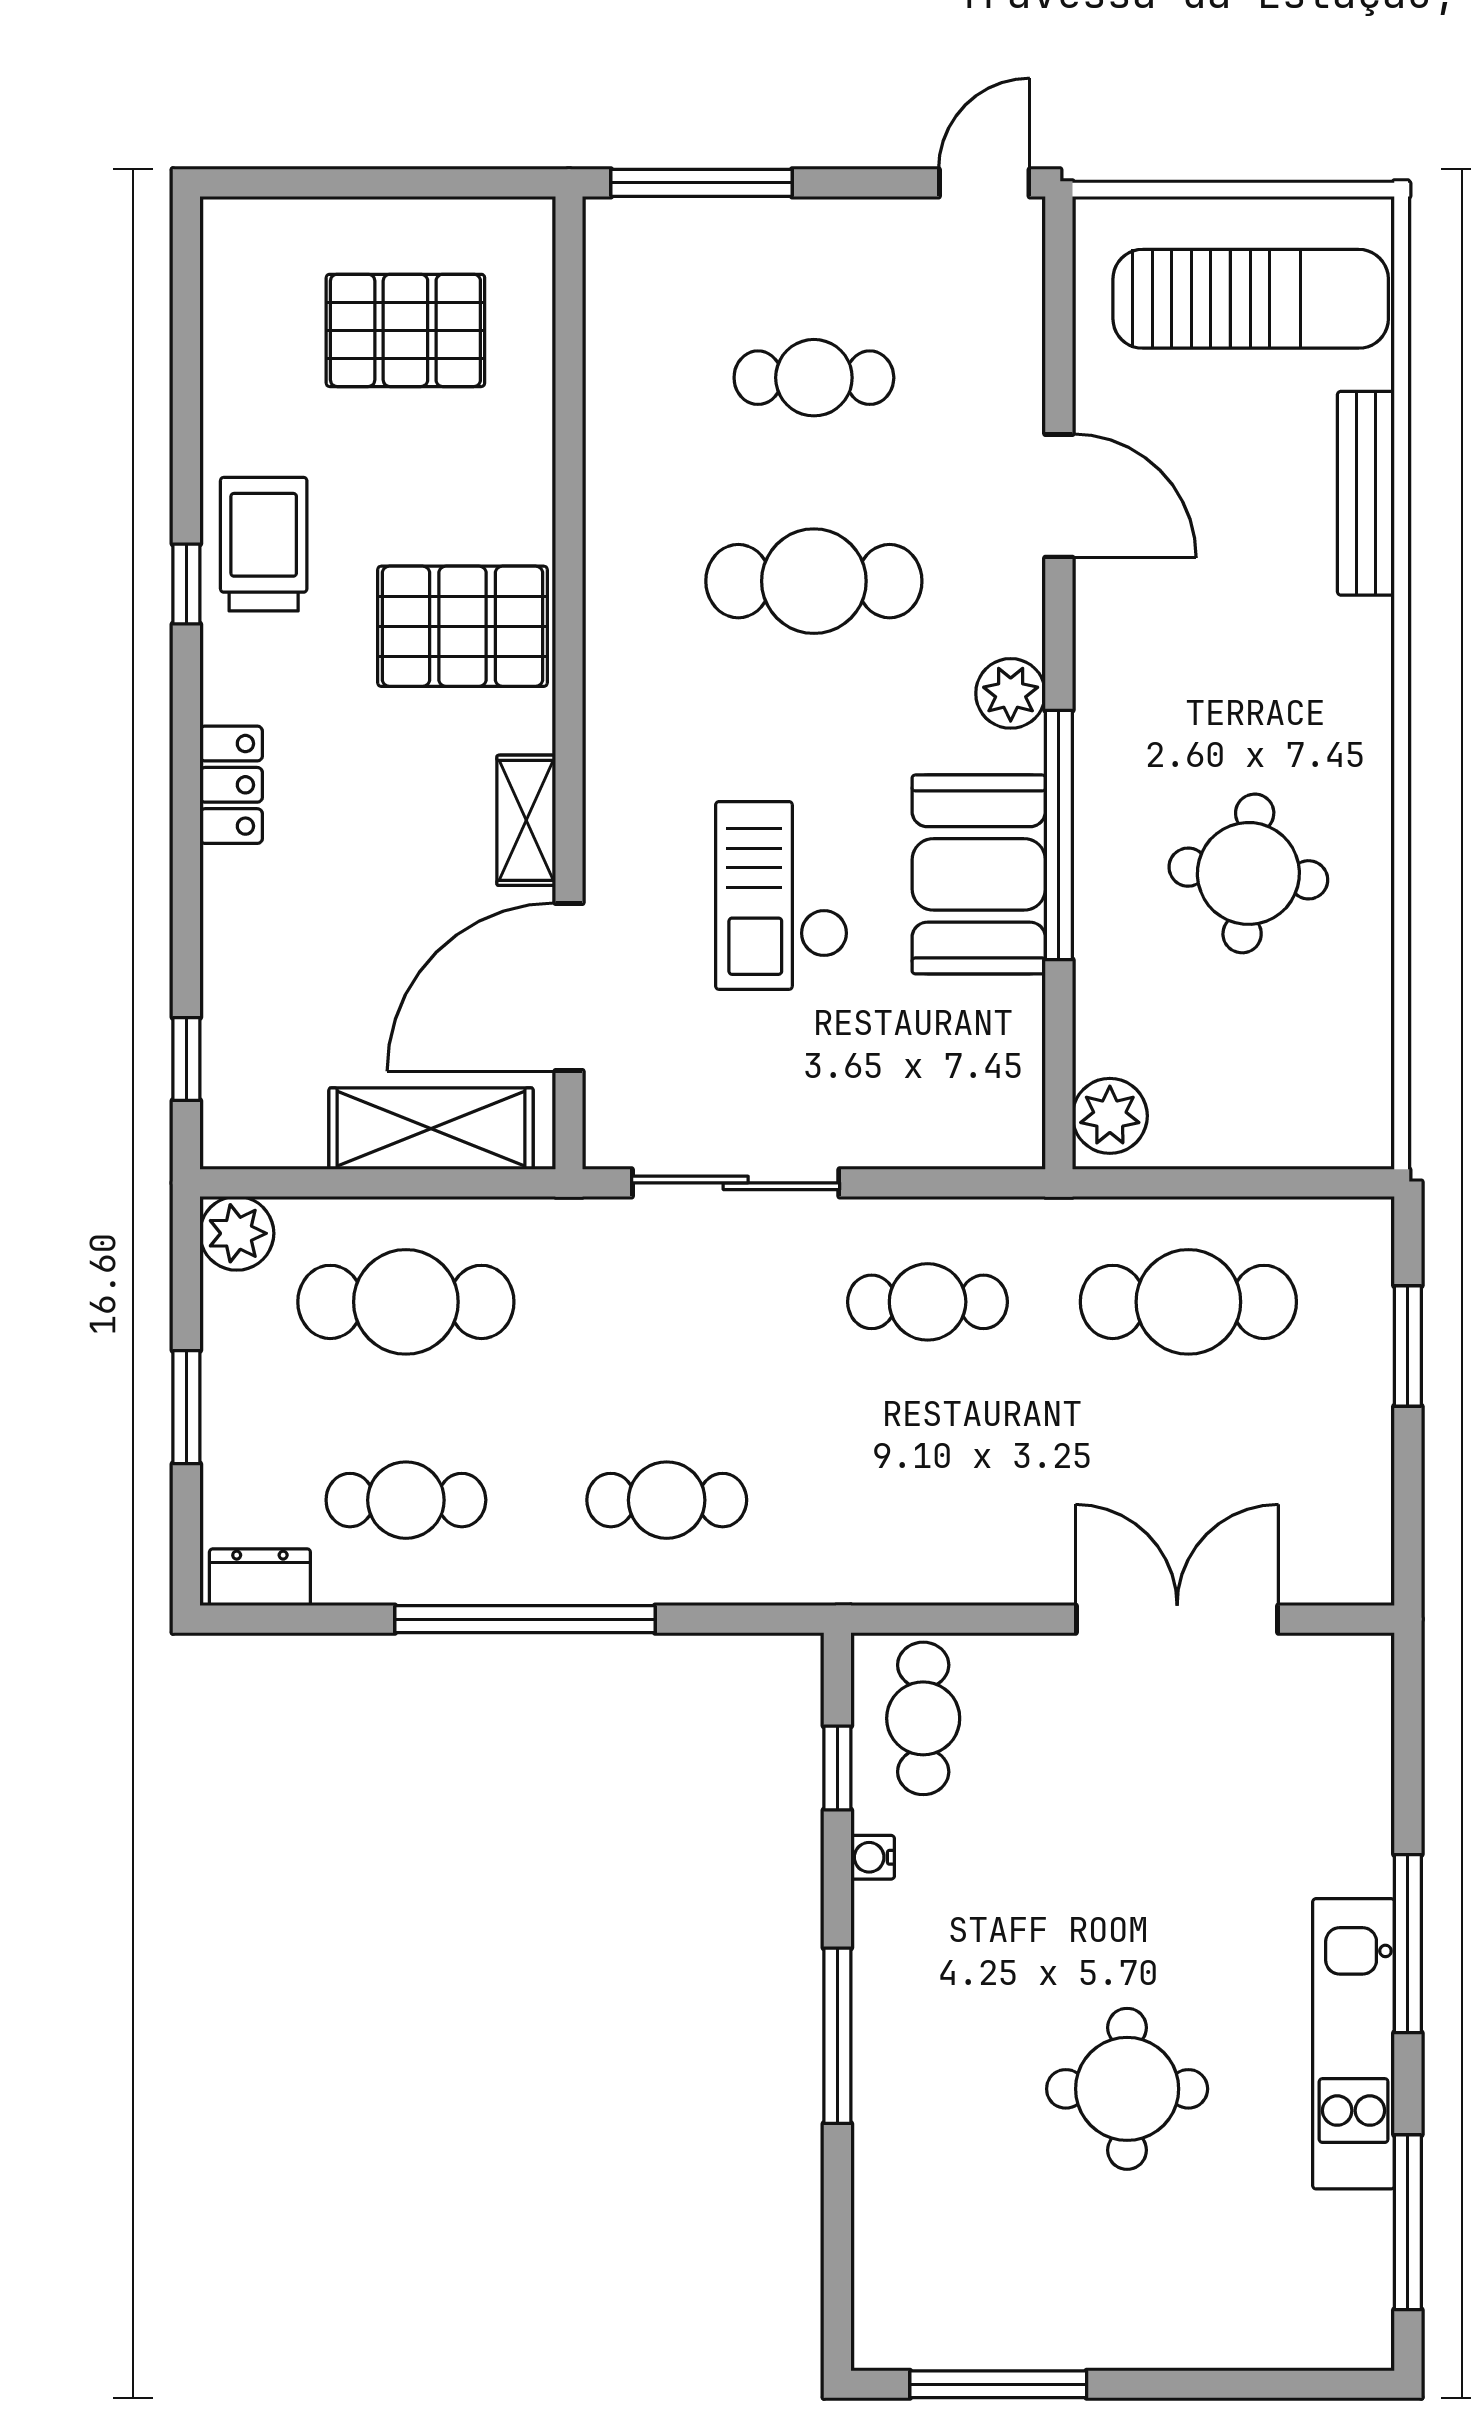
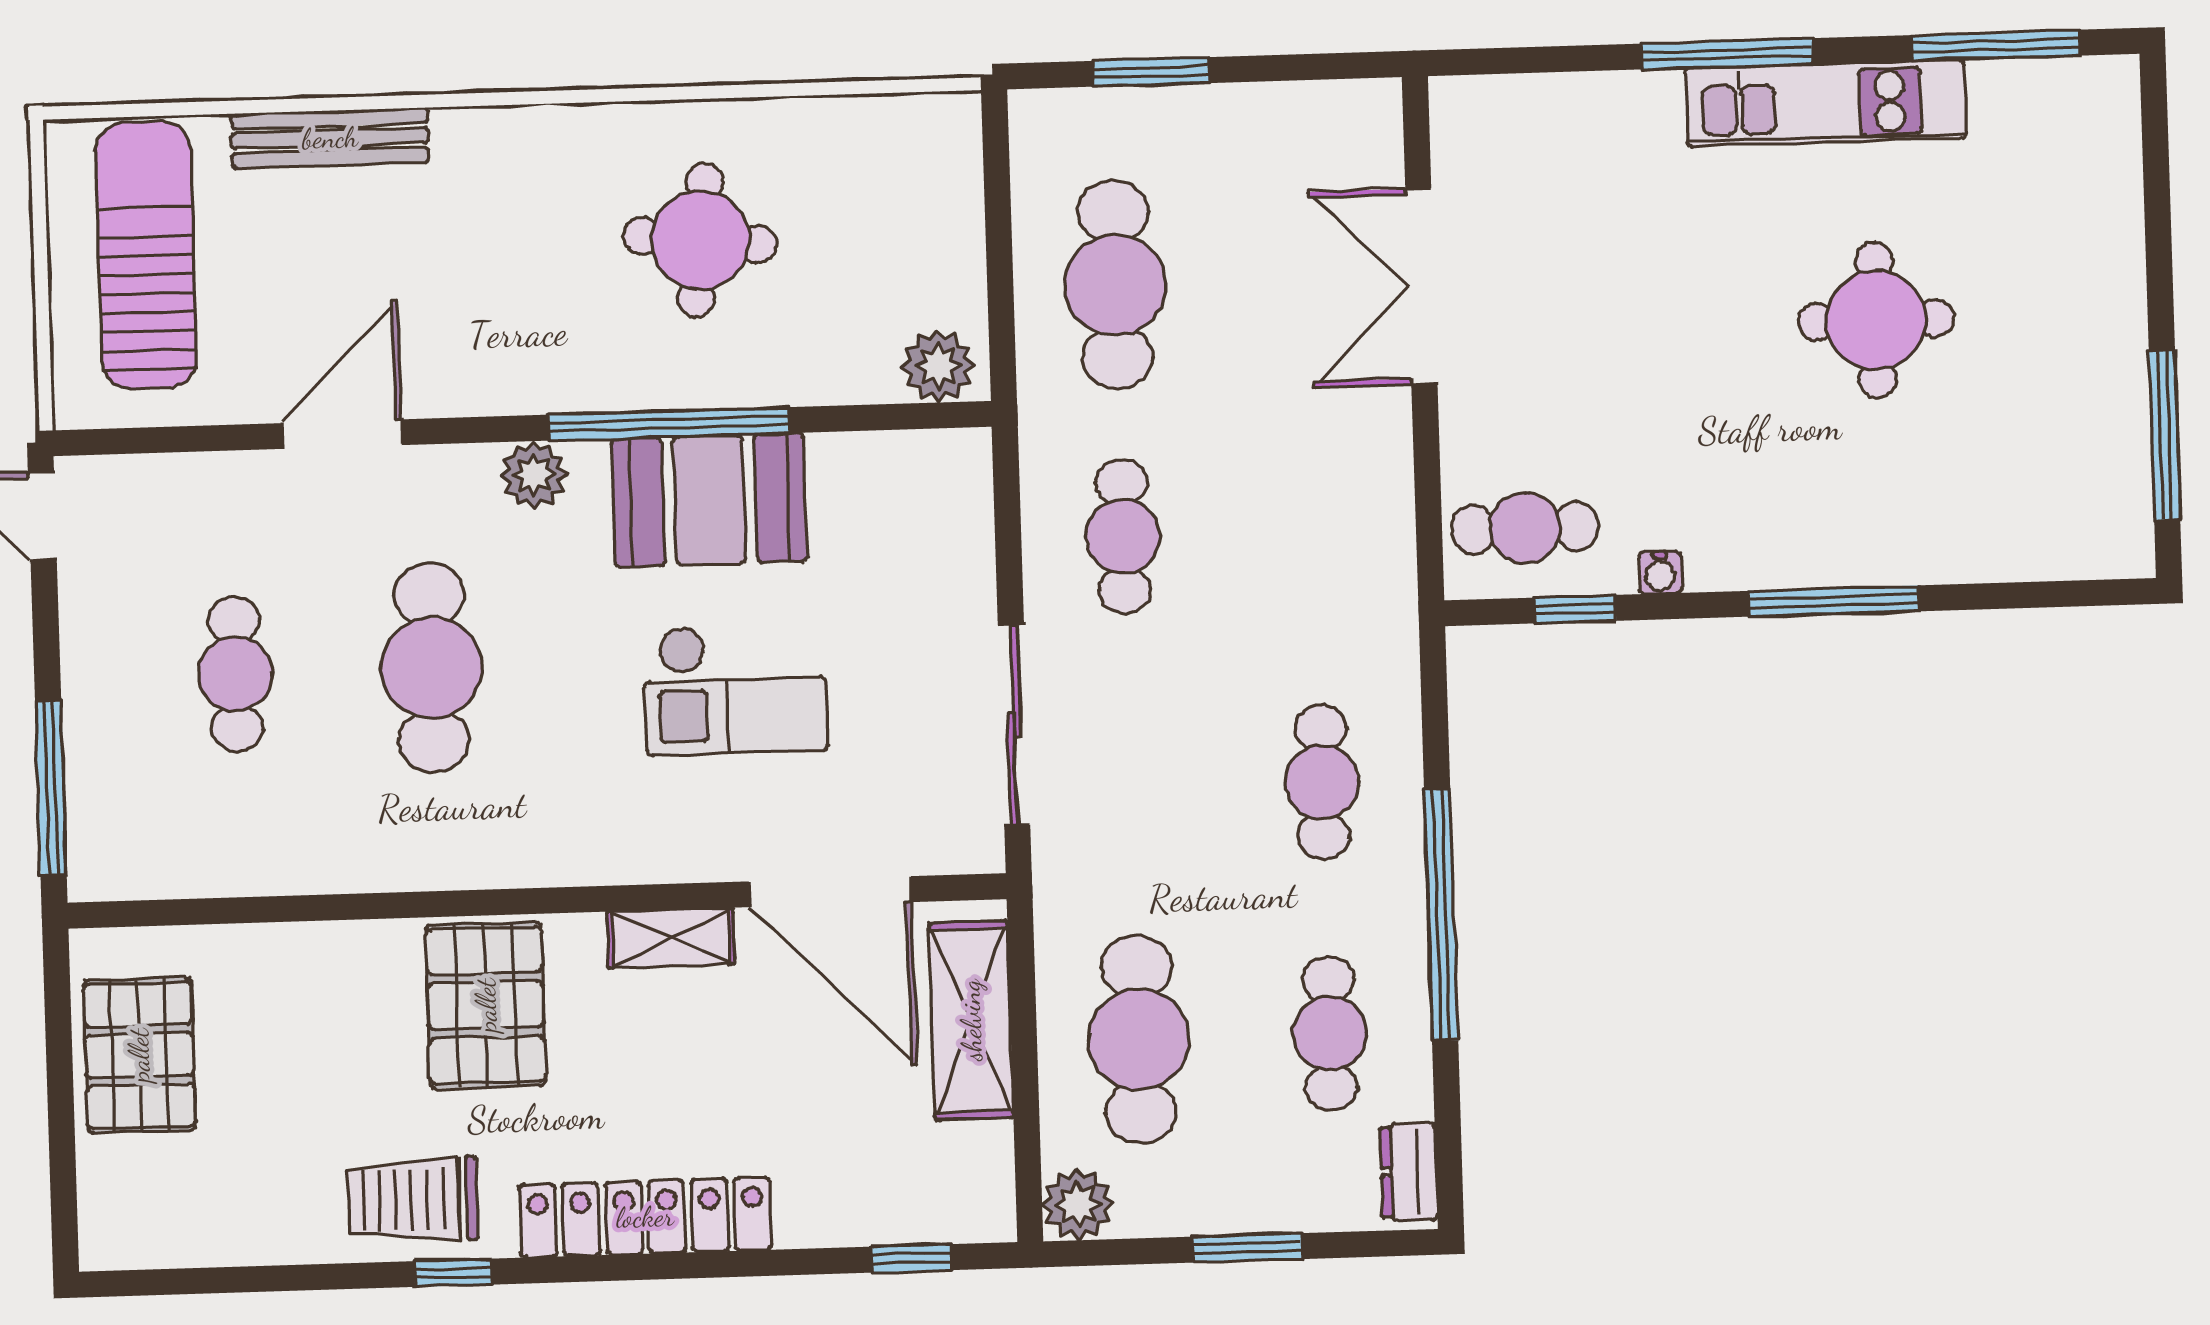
pallet: (405, 330) -> (139, 1055), moved
locker: (231, 785) -> (645, 1217), width x2.16, depth x1.21

